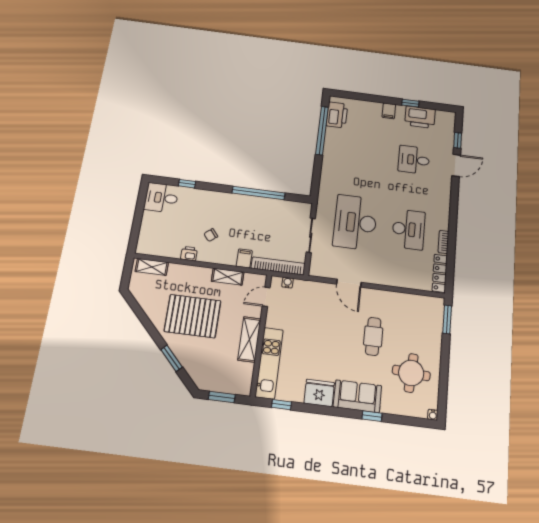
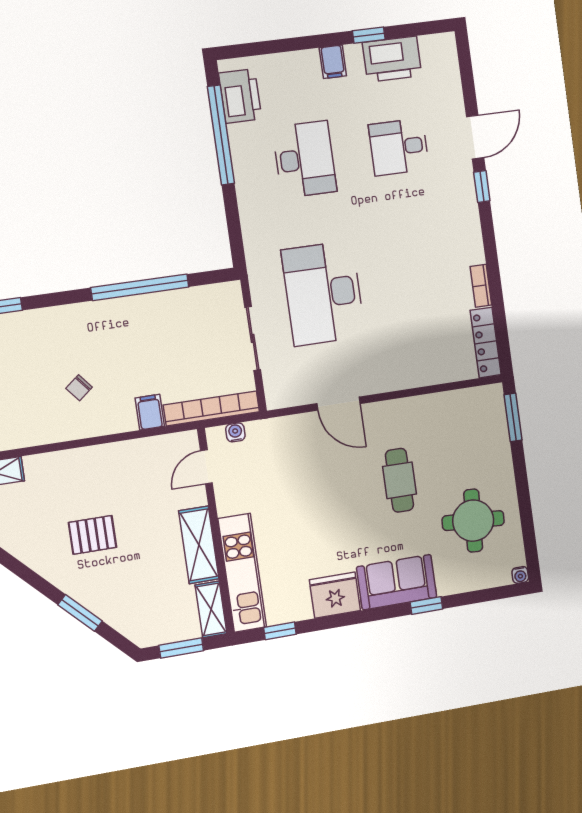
window: (458, 140) -> (482, 186), moved
desk: (408, 229) -> (305, 159), moved
printer: (189, 254) -> (52, 431), removed
shelving: (228, 277) -> (211, 609), moved, turned 90
pallet: (193, 316) -> (92, 535), width x0.49, depth x0.50

